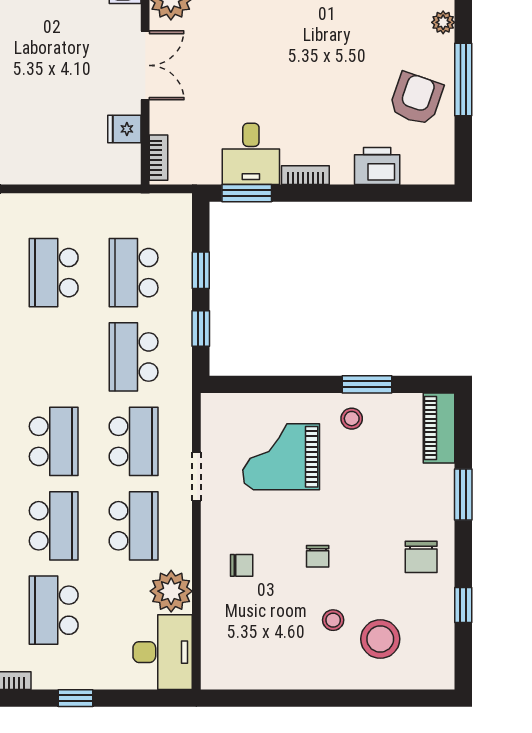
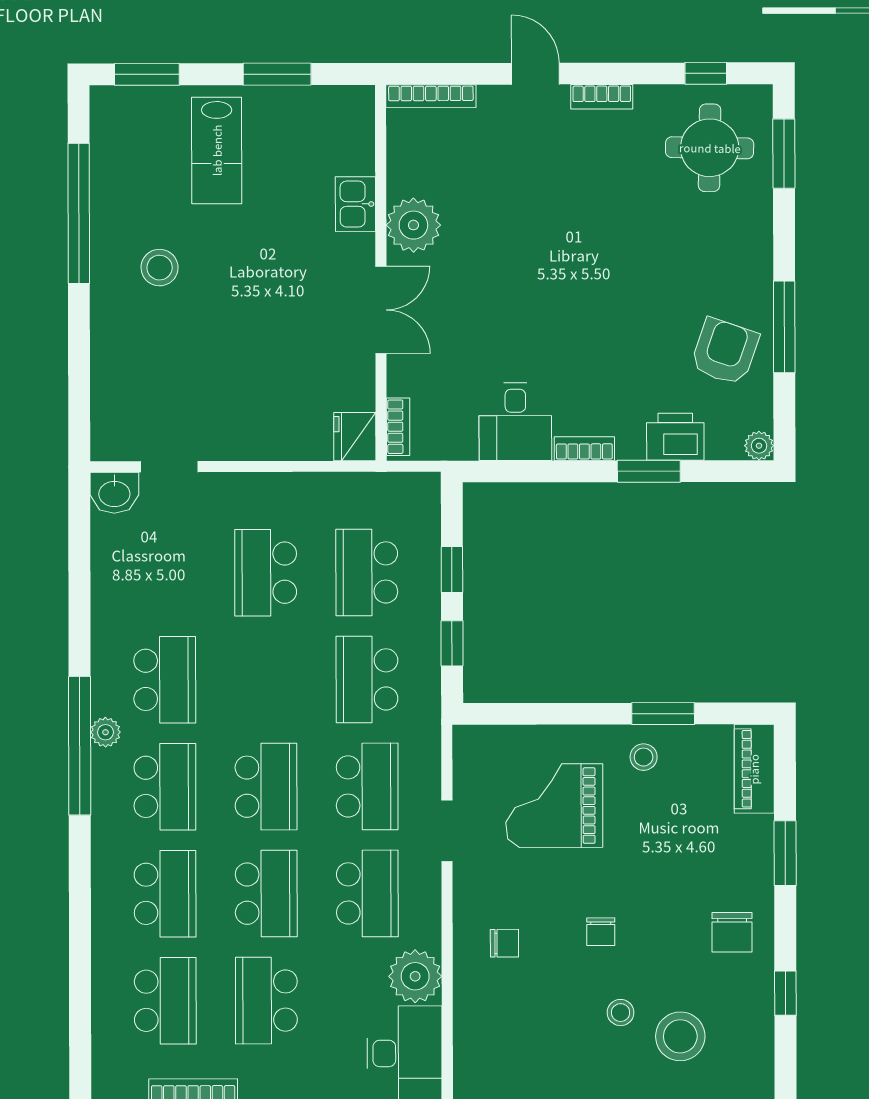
plant: (443, 22) -> (759, 446), moved
fridge: (124, 129) -> (355, 437), moved, width x1.38
window: (247, 193) -> (649, 471), moved

